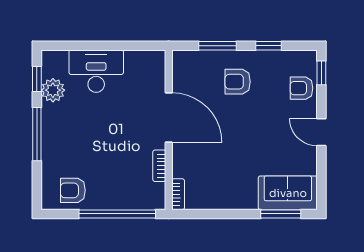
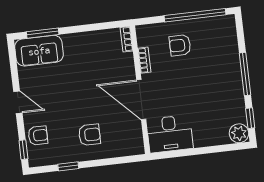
window: (218, 46) -> (109, 162), removed
desk: (96, 71) -> (170, 134), moved
plant: (53, 90) -> (239, 133), moved
armchair: (73, 190) -> (180, 45), moved, turned 180
window: (117, 214) -> (195, 15), moved

